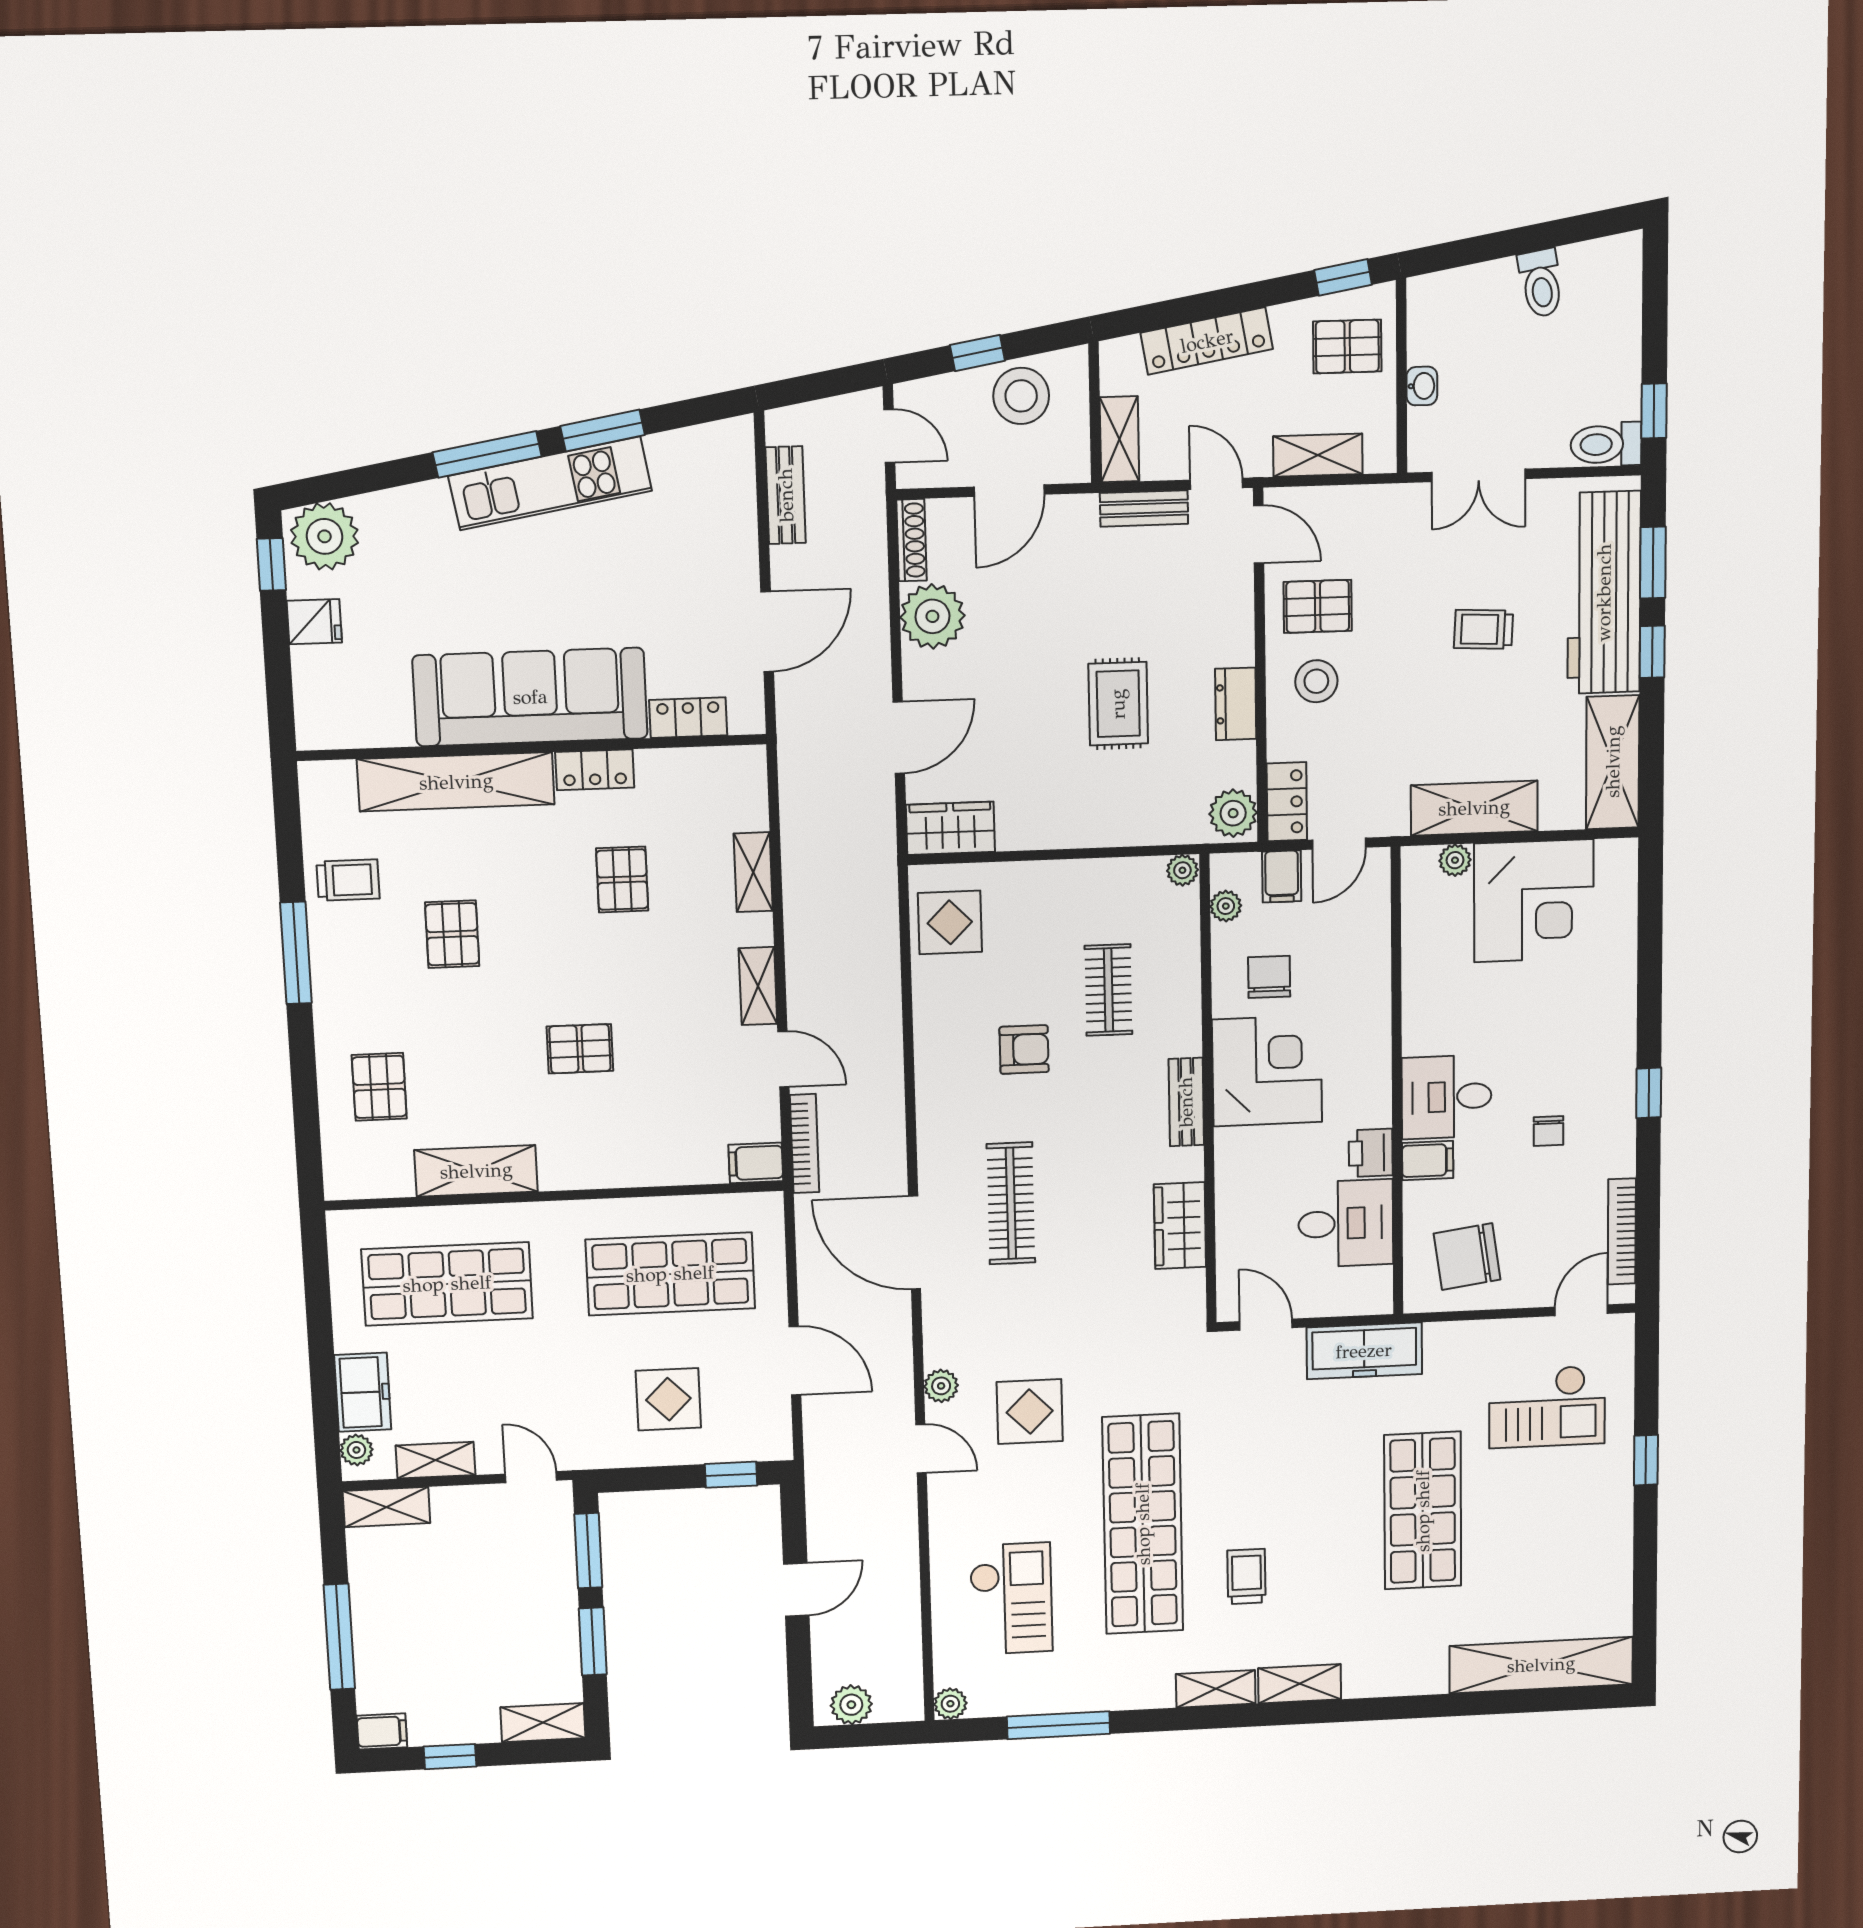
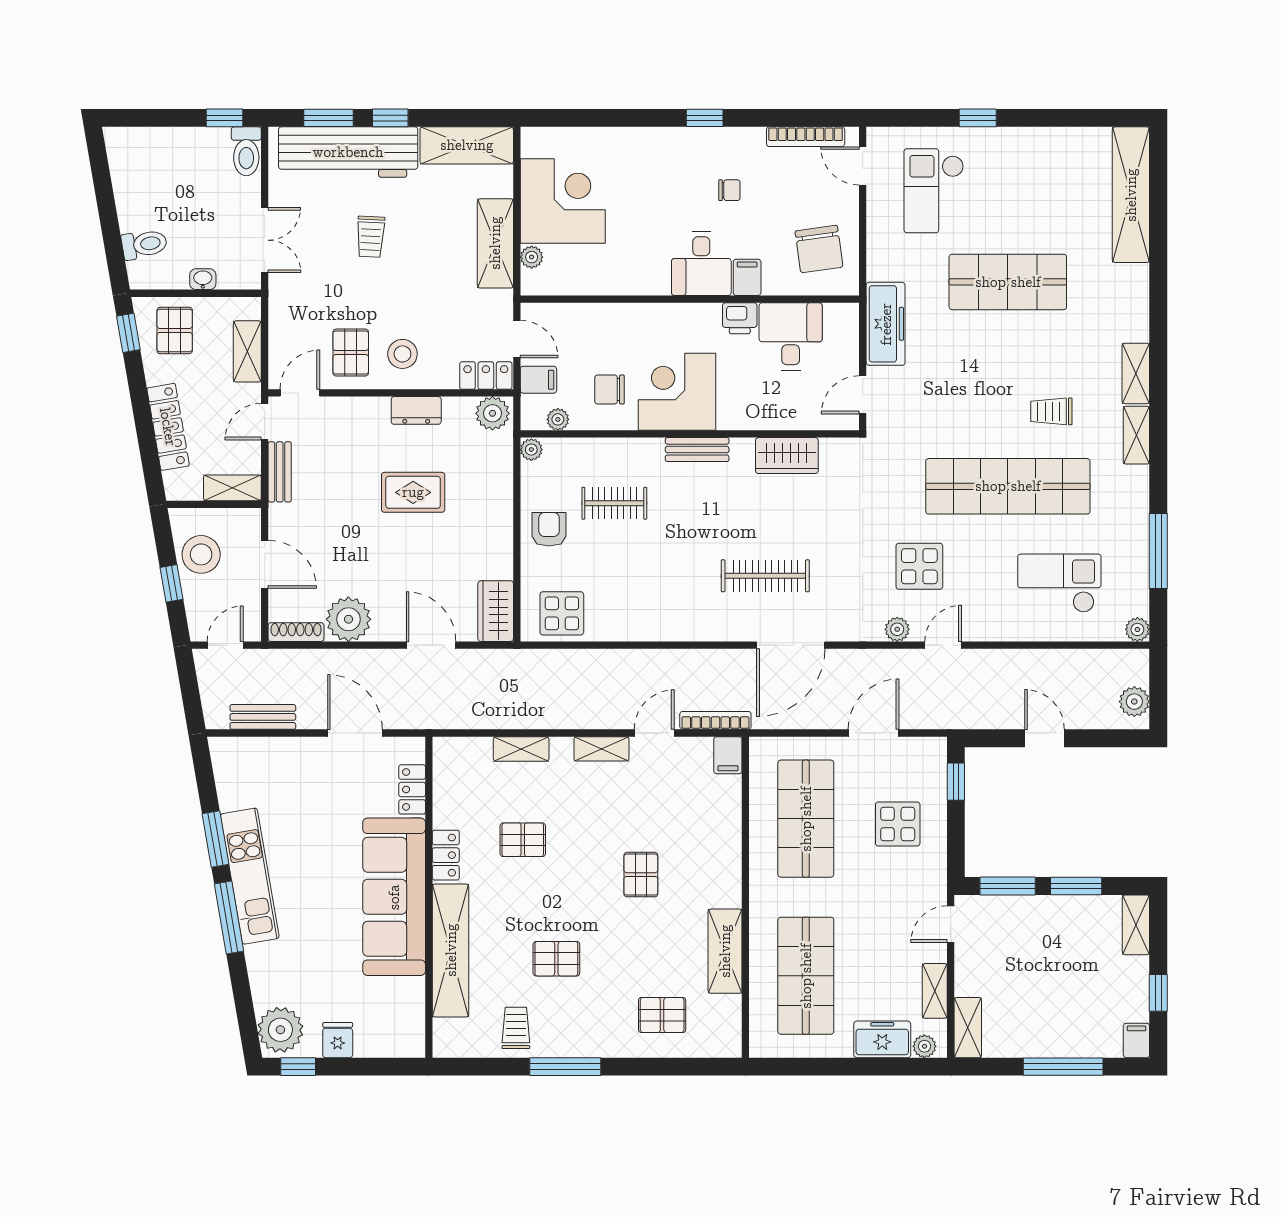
toilet: (1541, 283) -> (144, 244), moved
armchair: (1024, 1049) -> (549, 529), moved
checkout: (1547, 1407) -> (934, 191), turned 180

